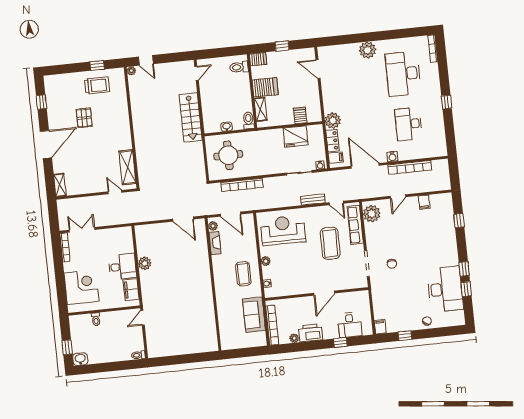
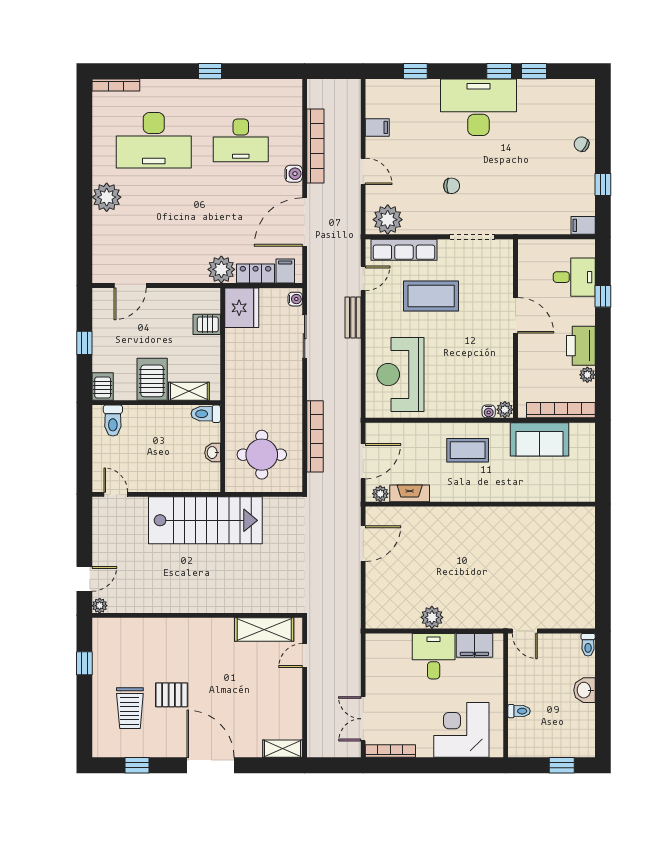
trolley: (97, 85) -> (130, 708), moved, turned 180
stairs: (191, 117) -> (205, 520), width x1.36, depth x1.51
fridge: (296, 137) -> (242, 308), moved
plant: (266, 261) -> (505, 410), moved
chair: (392, 264) -> (452, 186), moved
desk: (445, 289) -> (478, 107), moved
washbasin: (80, 359) -> (584, 690), moved

